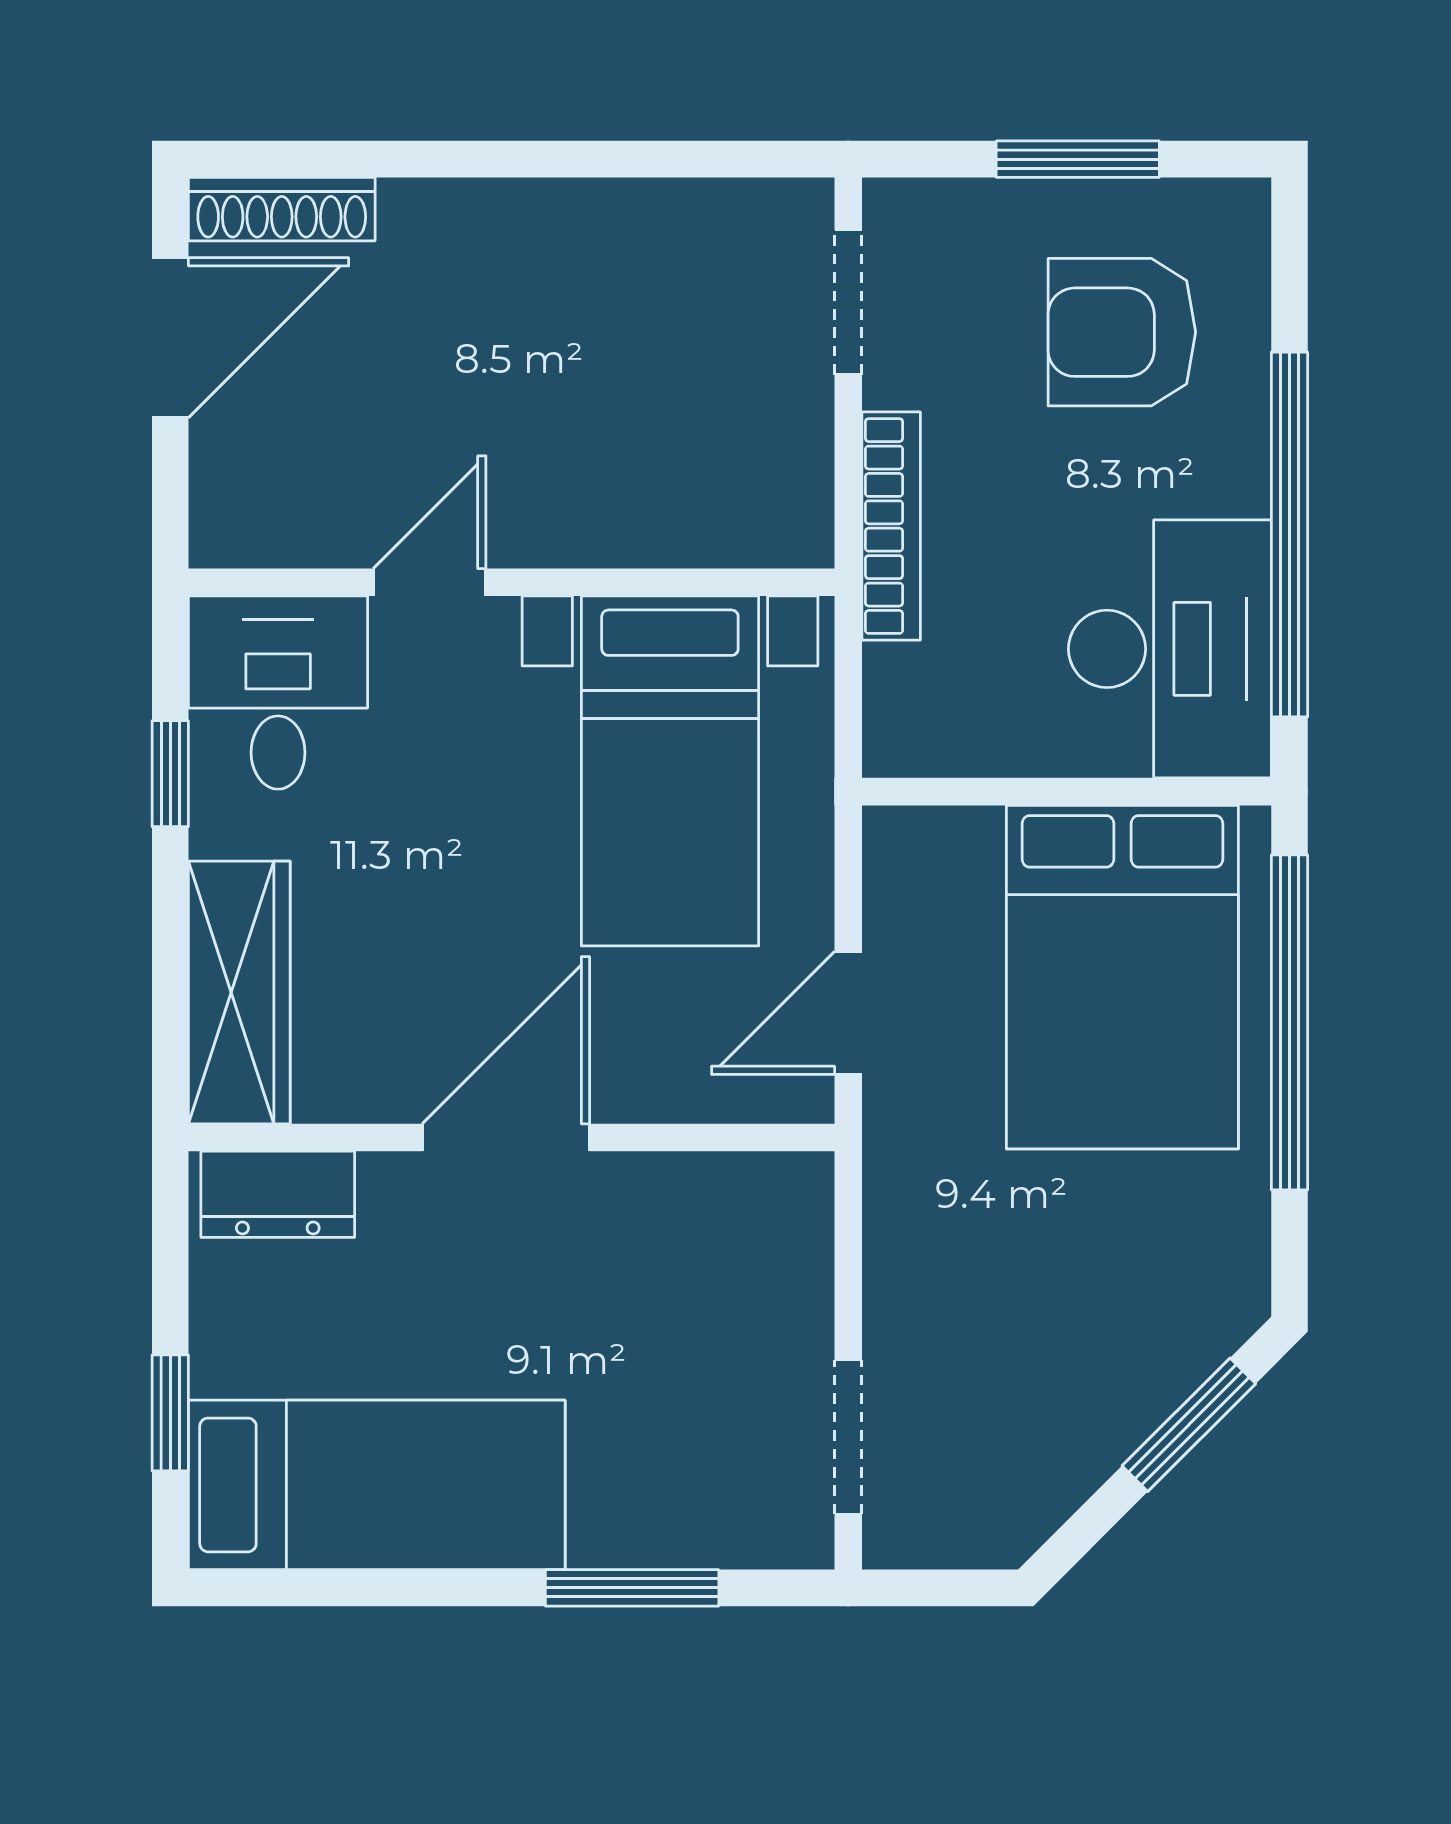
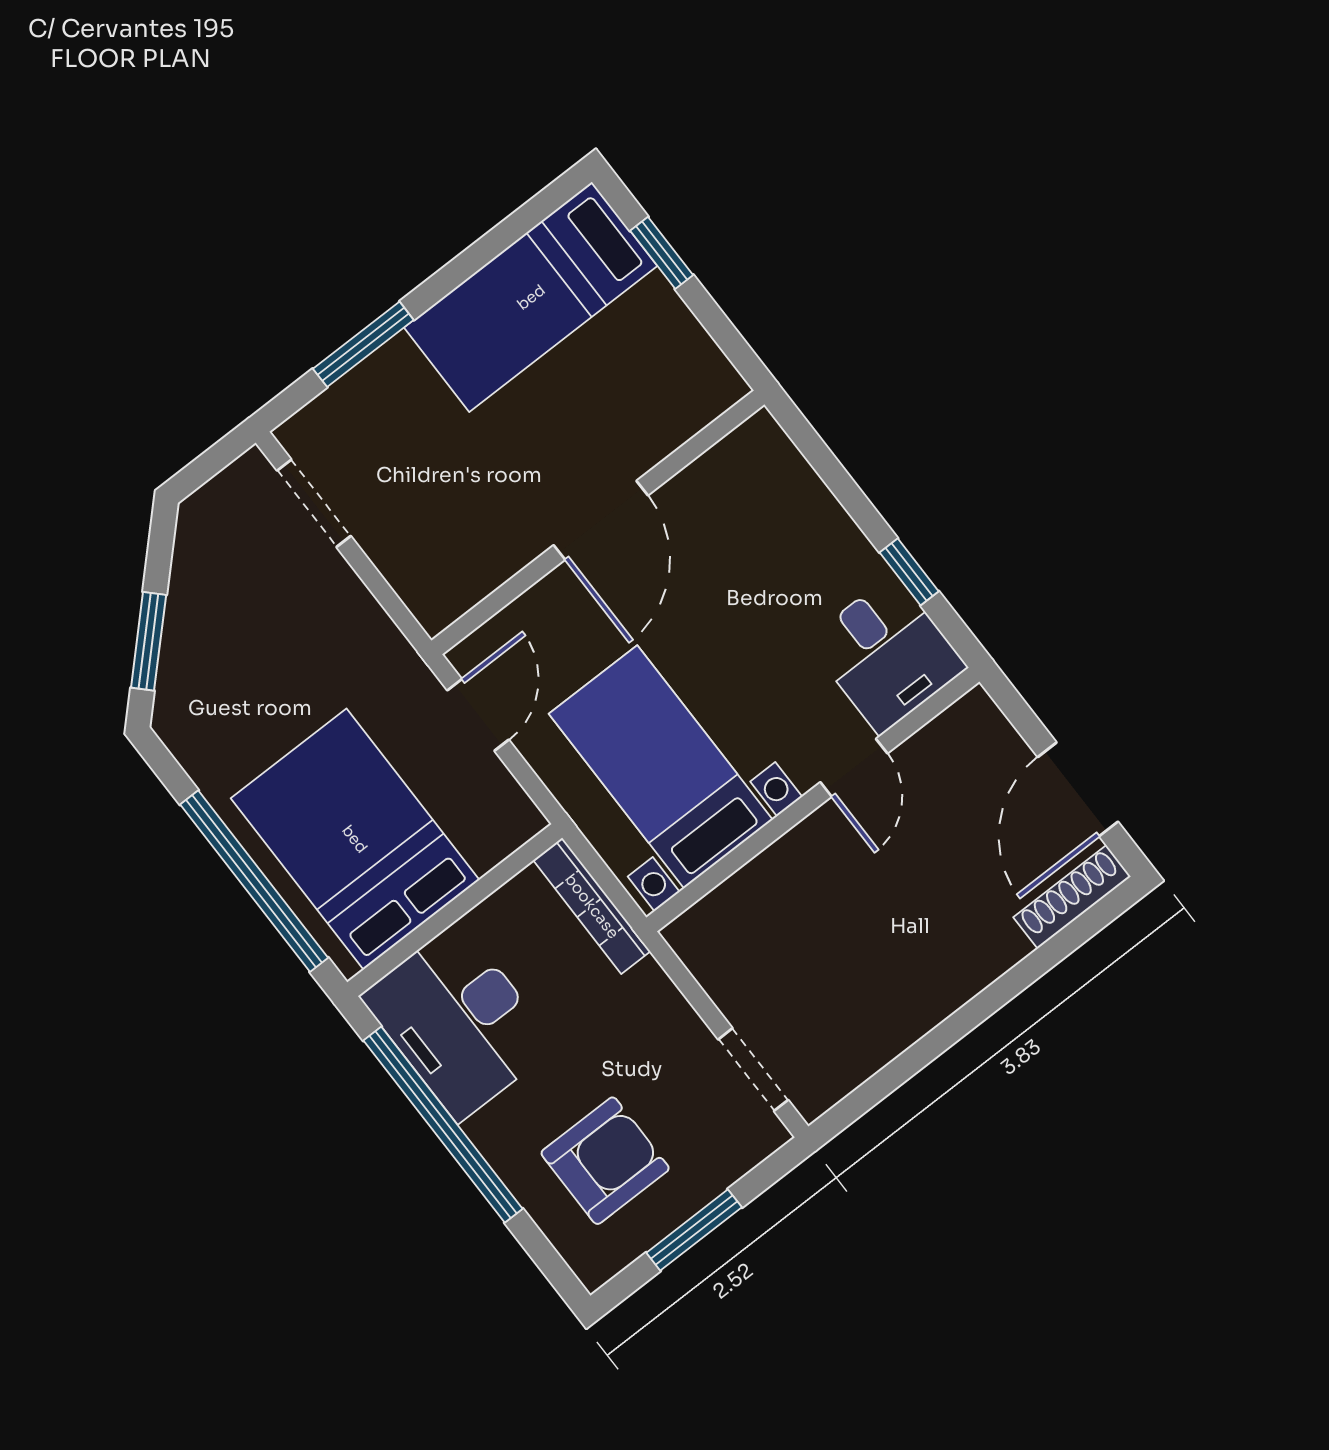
bookcase: (891, 526) -> (592, 906), moved
wardrobe: (239, 992) -> (790, 489), removed
dresser: (278, 1194) -> (693, 404), removed

